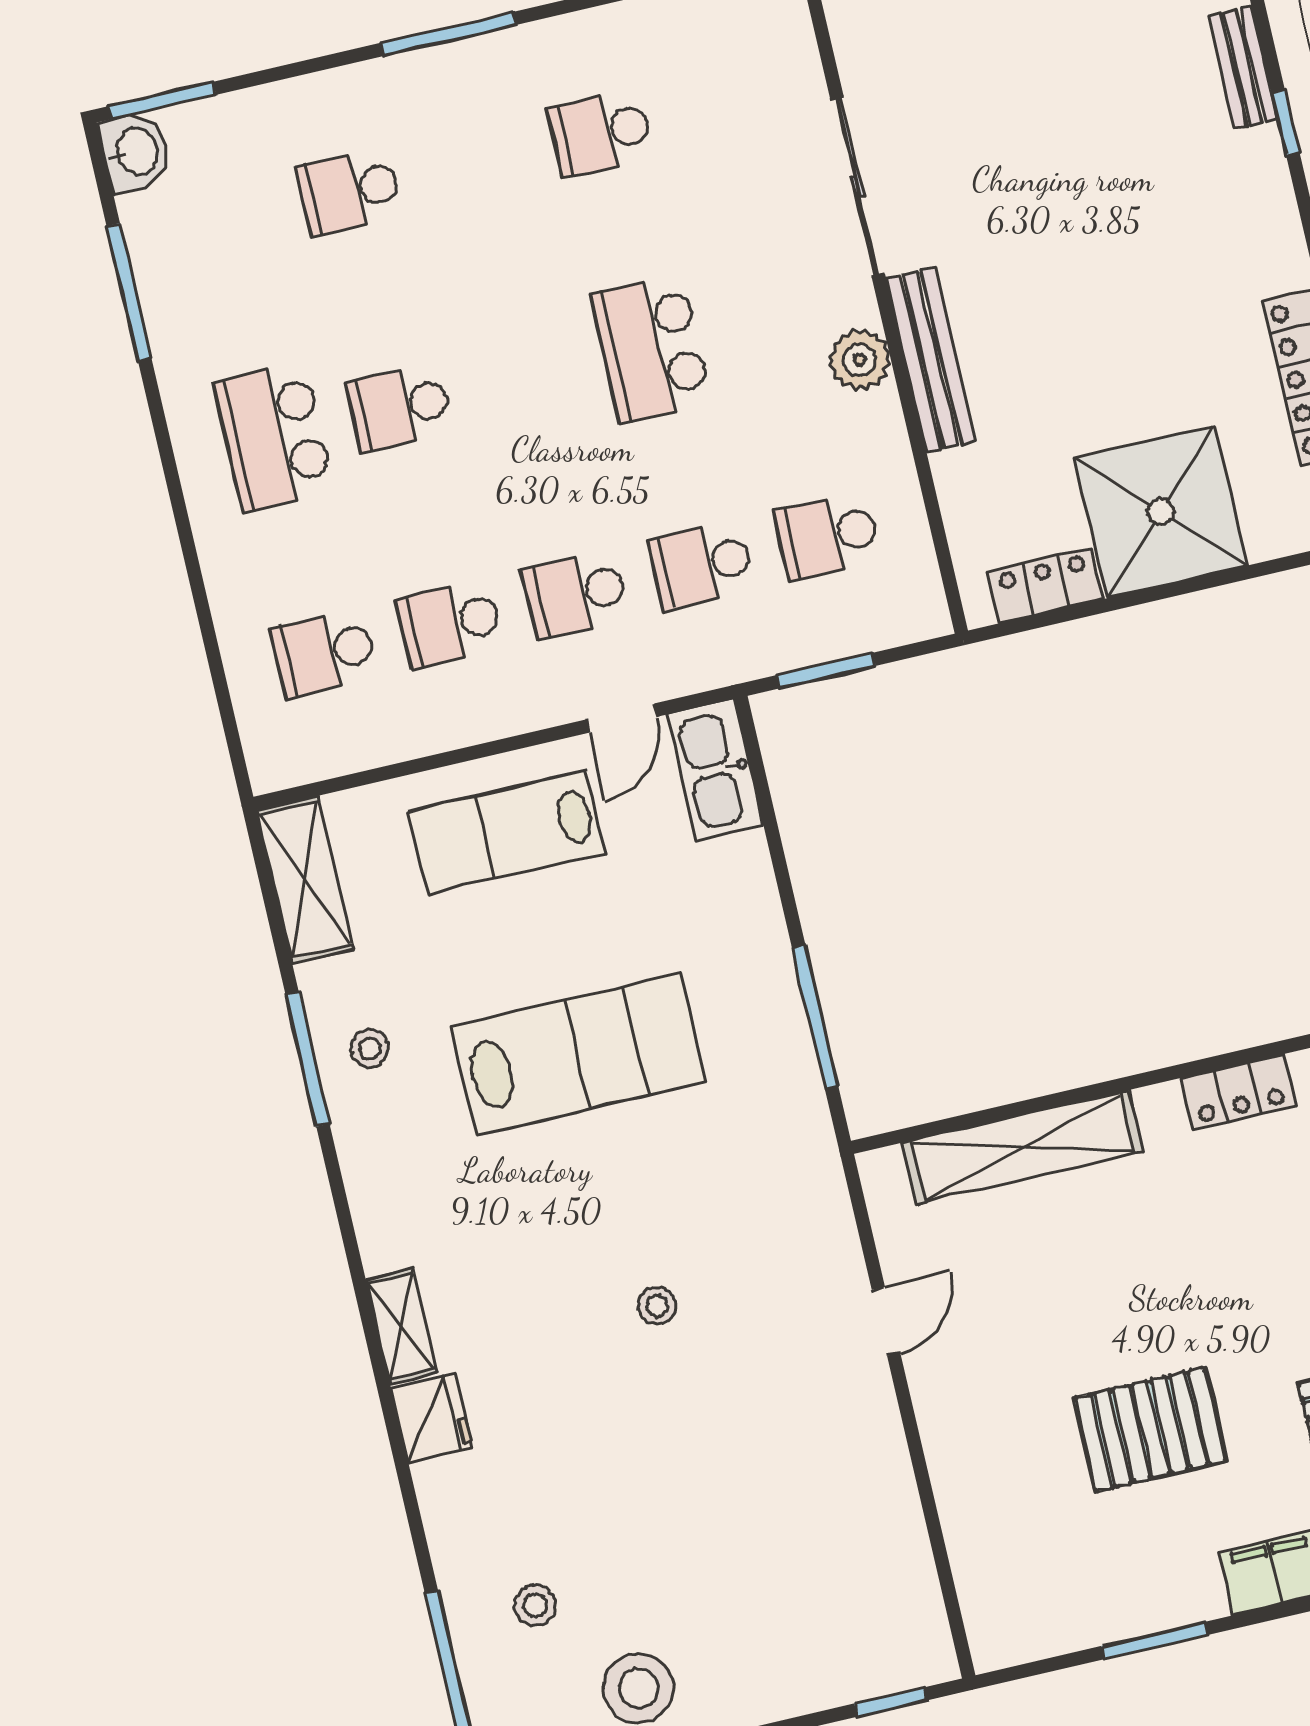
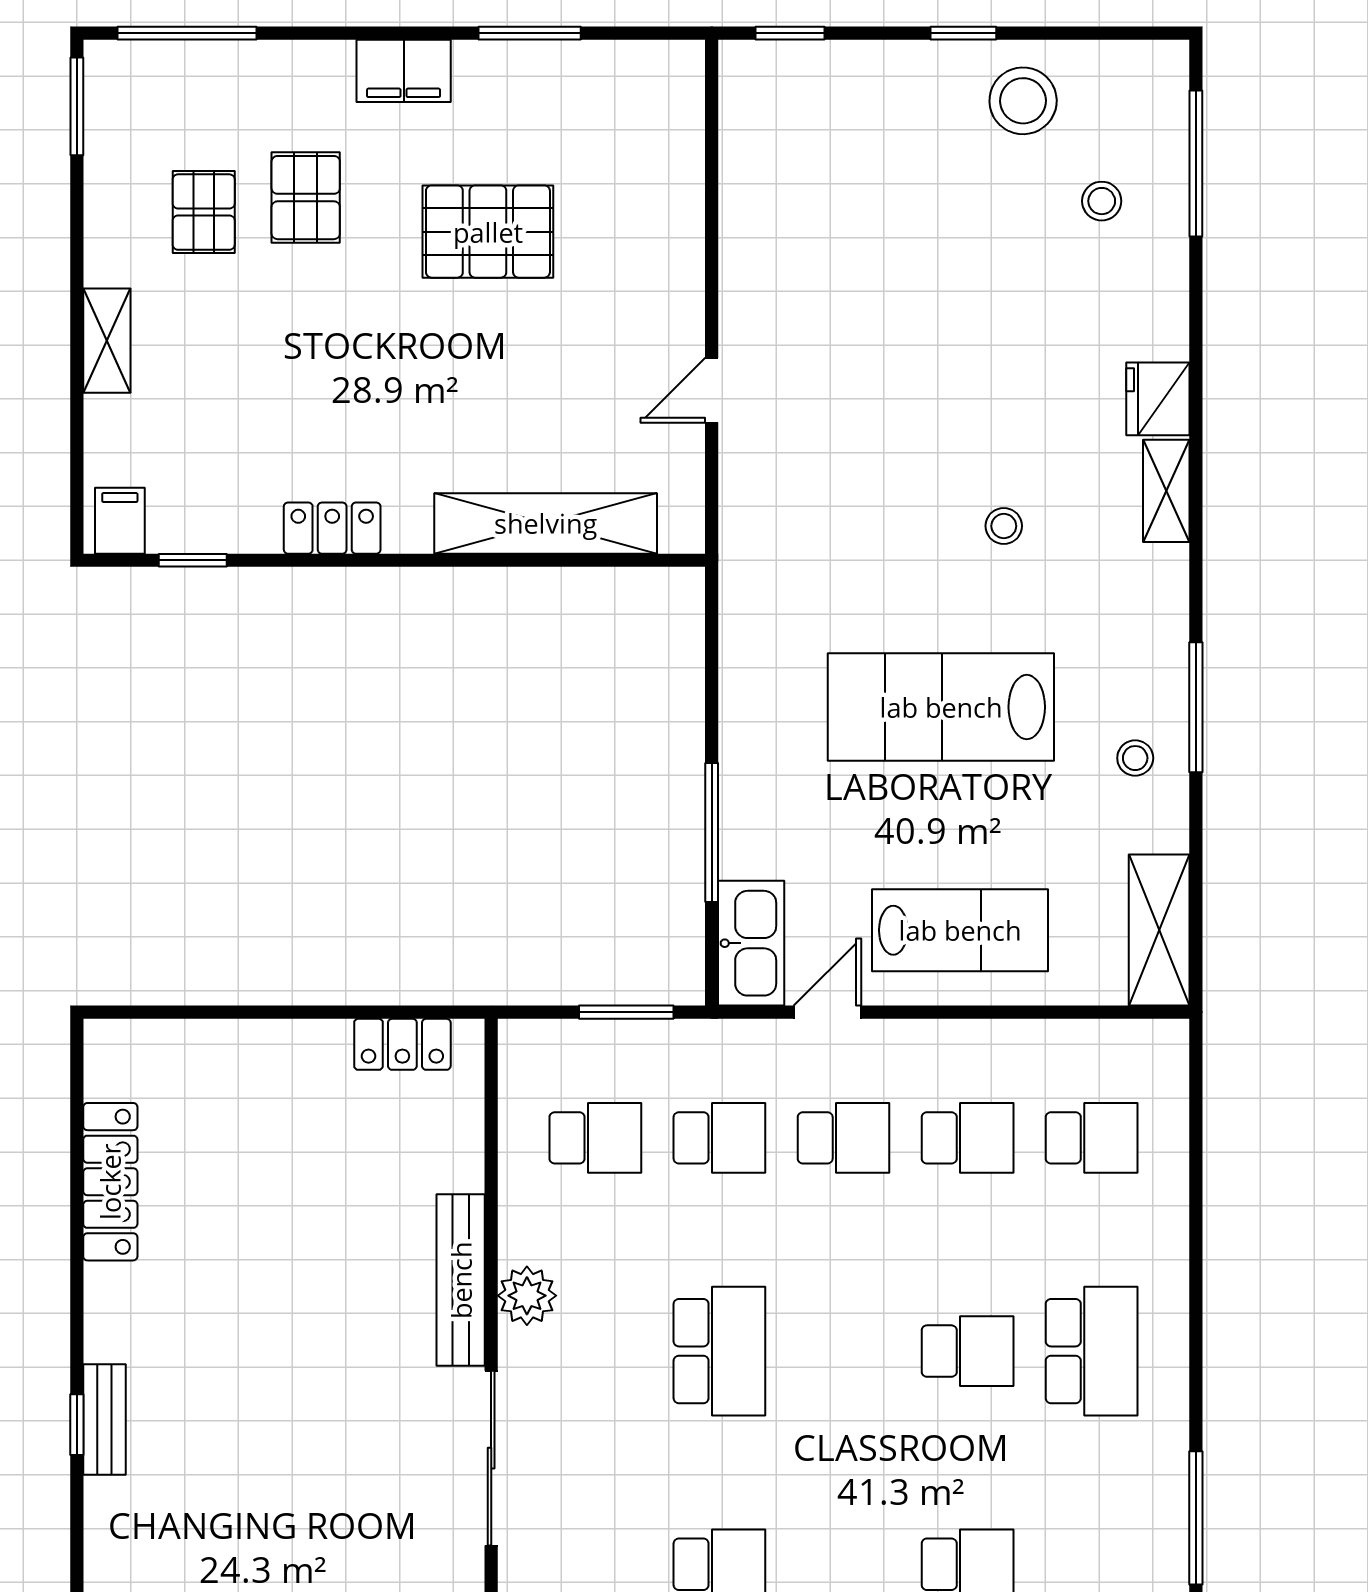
bench: (1243, 67) -> (105, 1419), moved
shower: (1161, 512) -> (278, 1088), removed
window: (815, 1017) -> (712, 833), moved
window: (307, 1059) -> (1196, 707), moved
stool: (657, 1306) -> (1004, 526), moved

